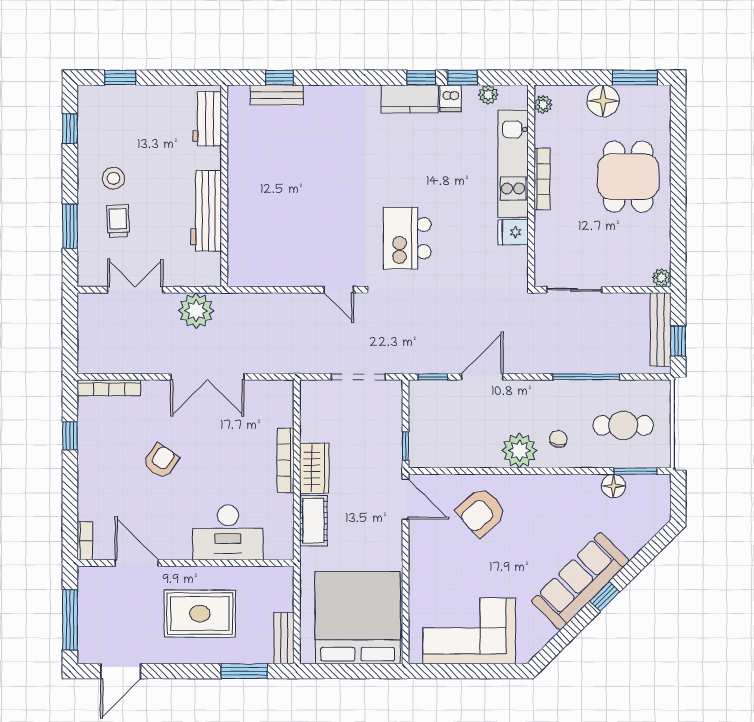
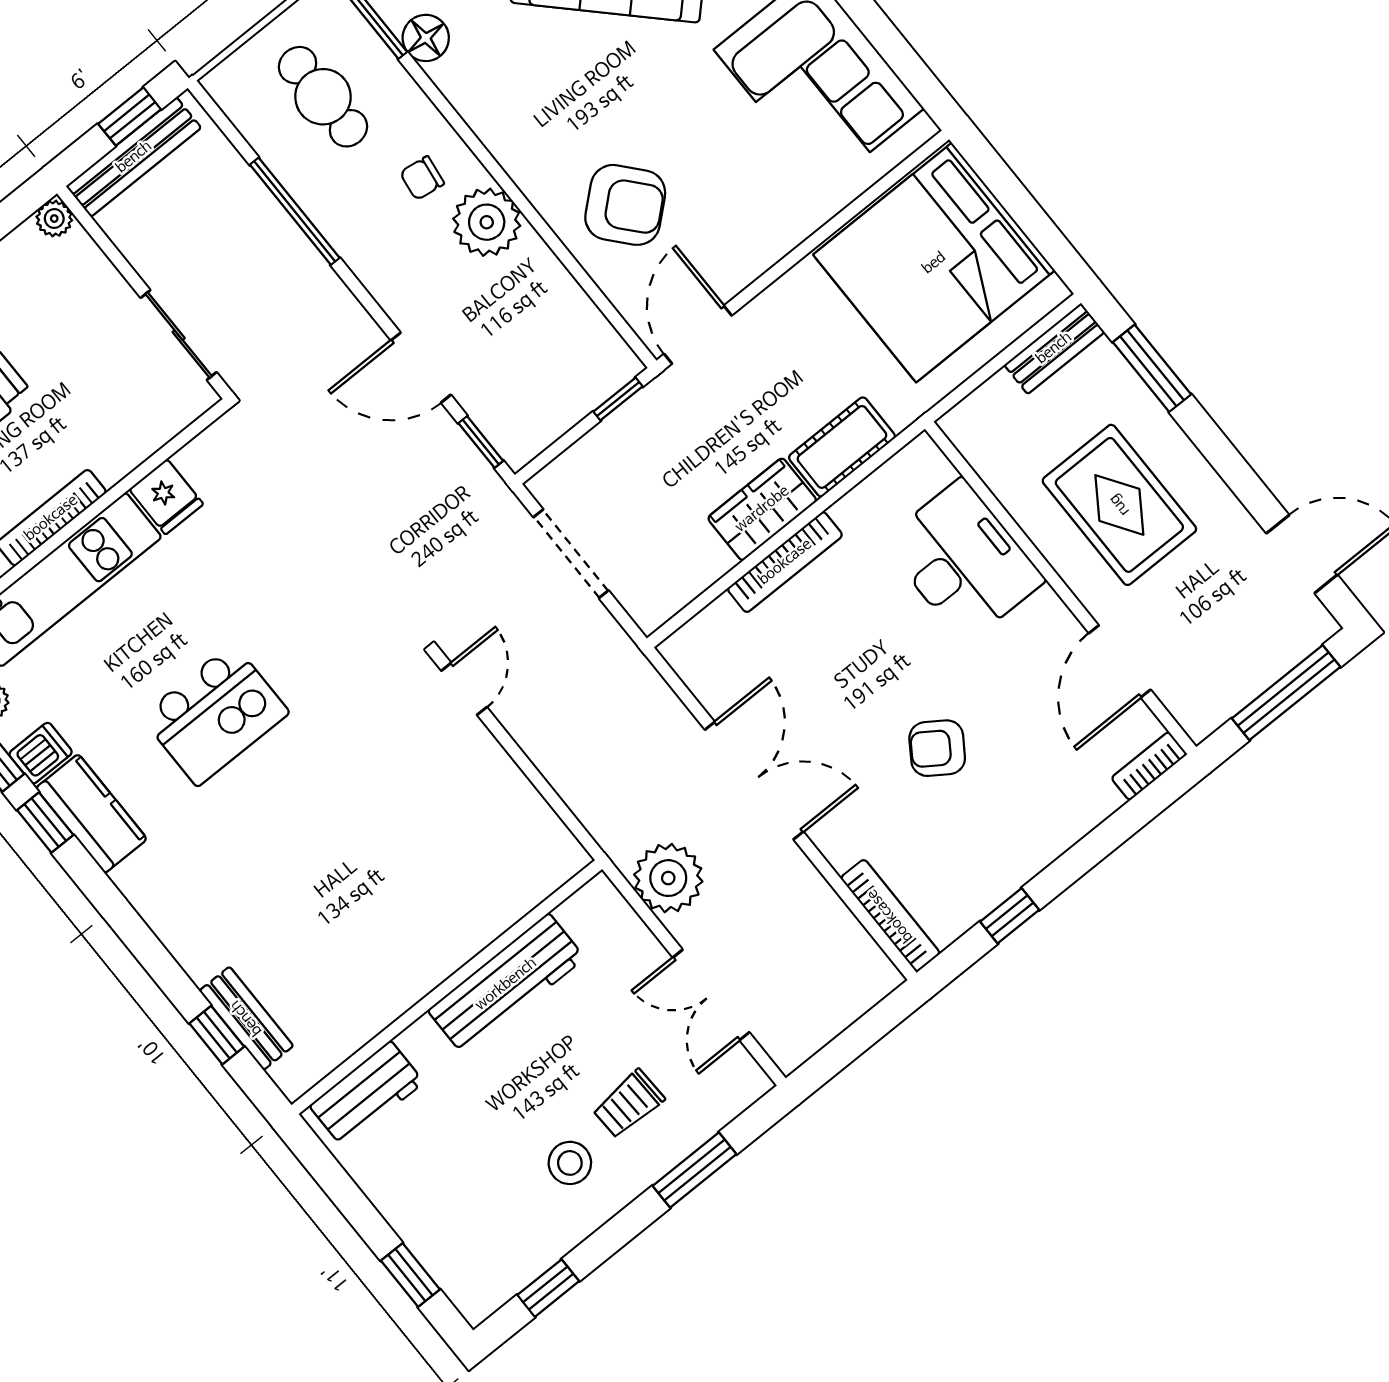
kitchen island: (407, 238) -> (215, 715), moved

